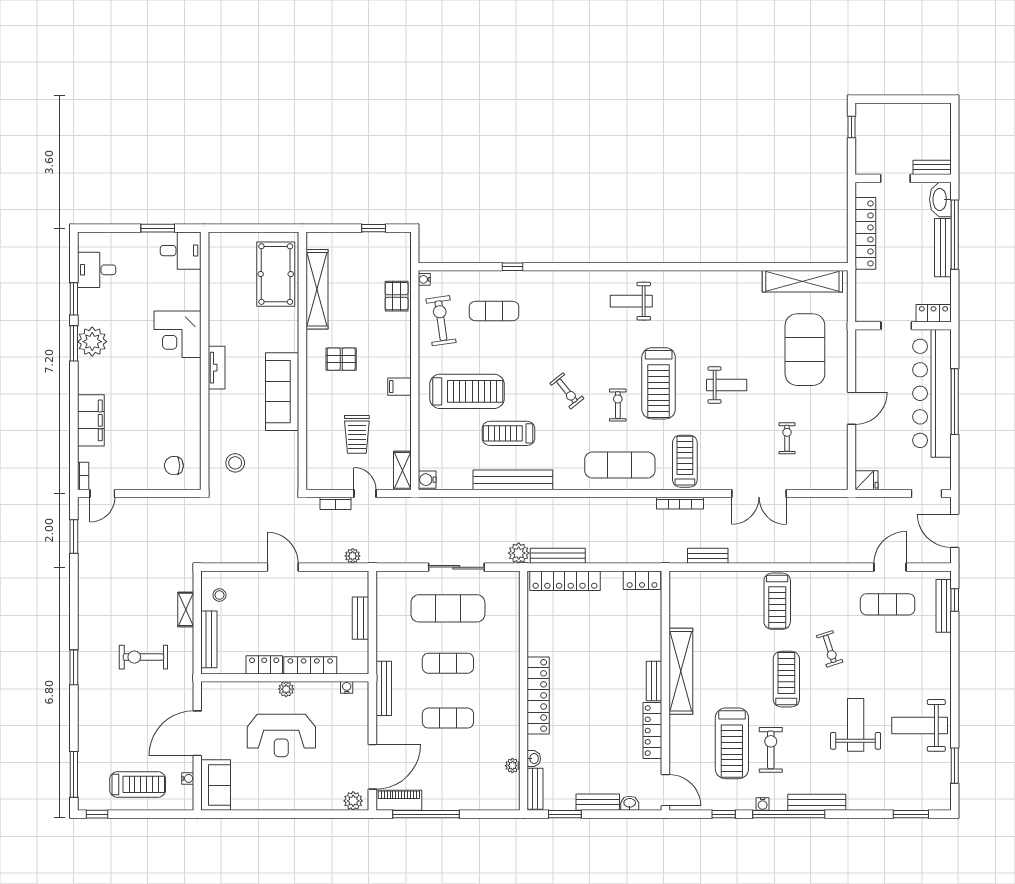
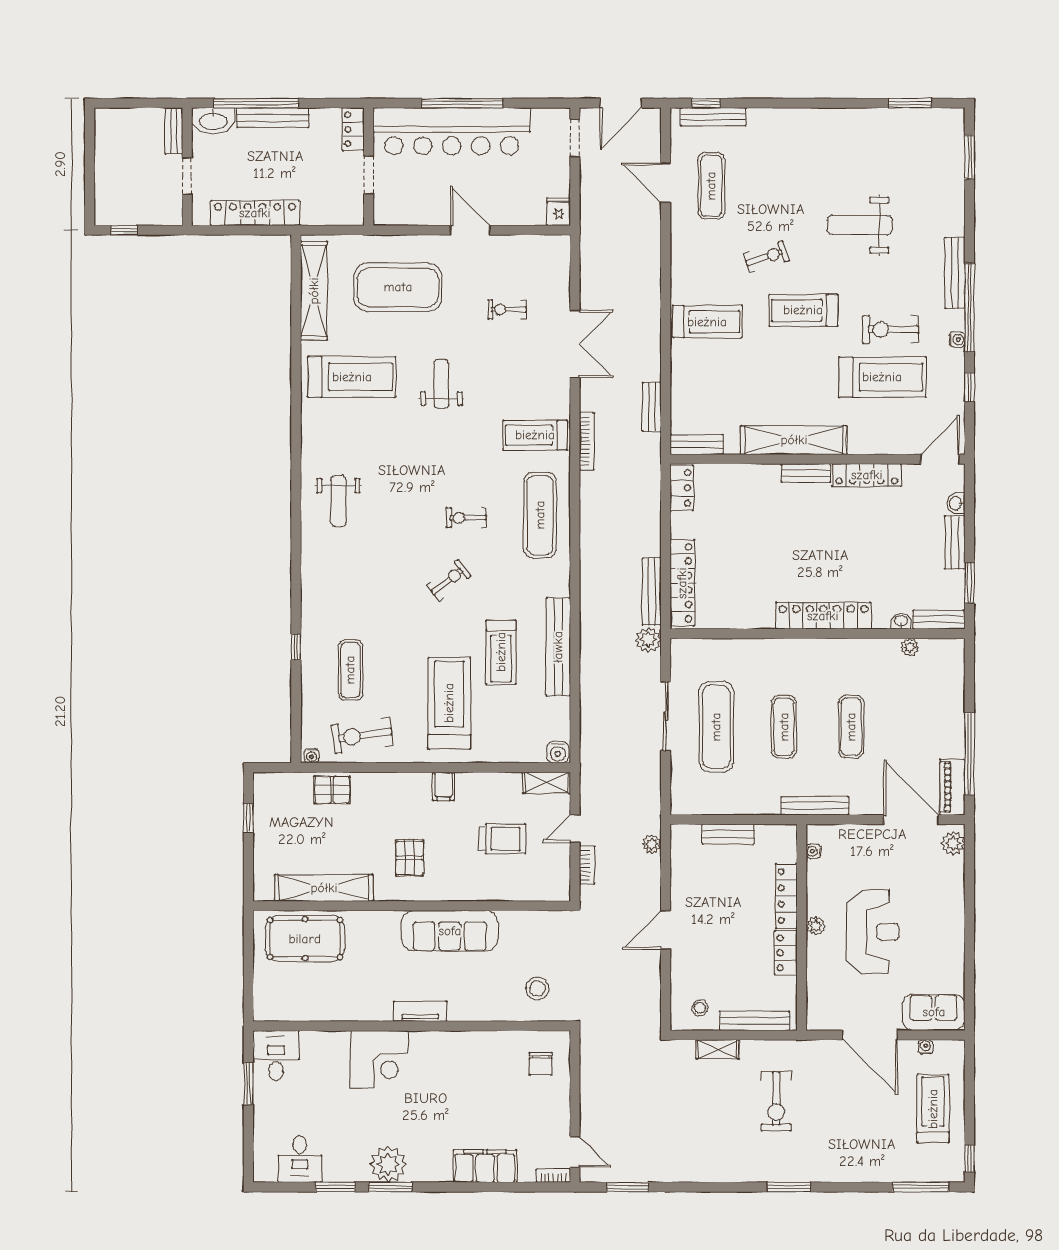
treadmill: (659, 383) -> (352, 377), moved
bench: (677, 592) -> (697, 444), added
weight bench: (920, 725) -> (860, 146), removed

